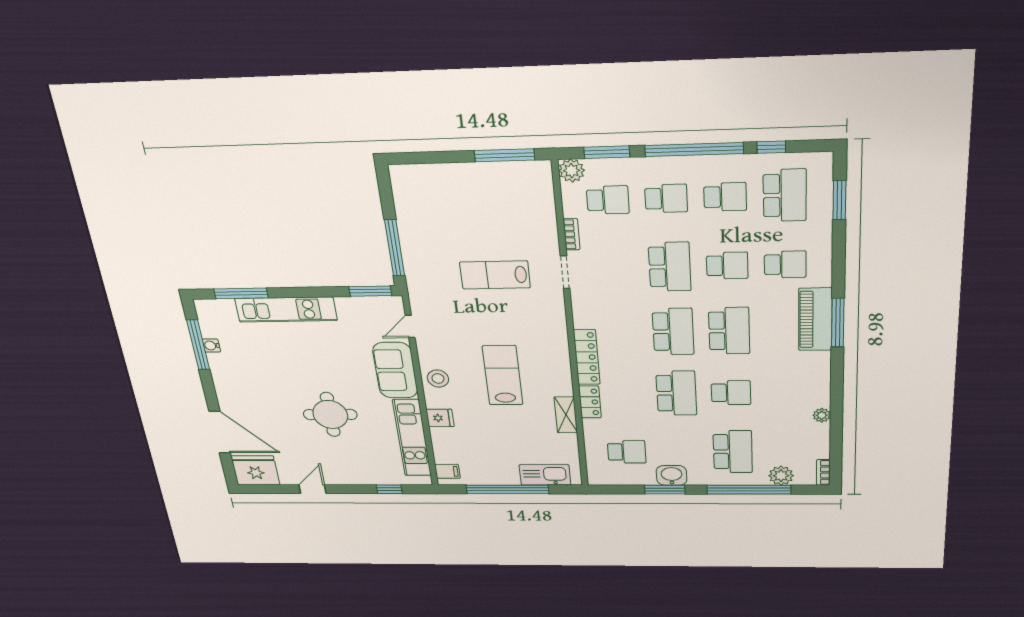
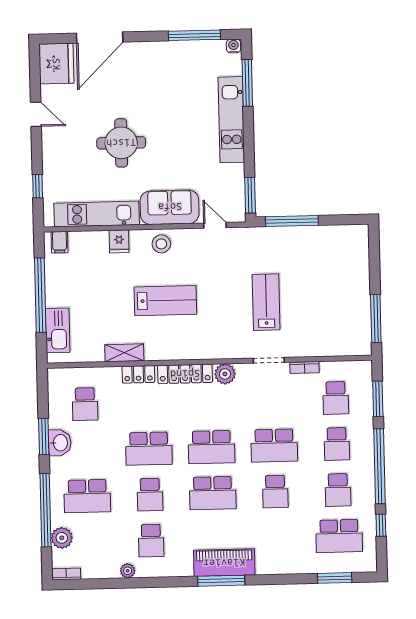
plant: (572, 171) -> (225, 374), moved
school desk: (785, 264) -> (151, 541), moved
water cooler: (211, 346) -> (233, 46), moved

